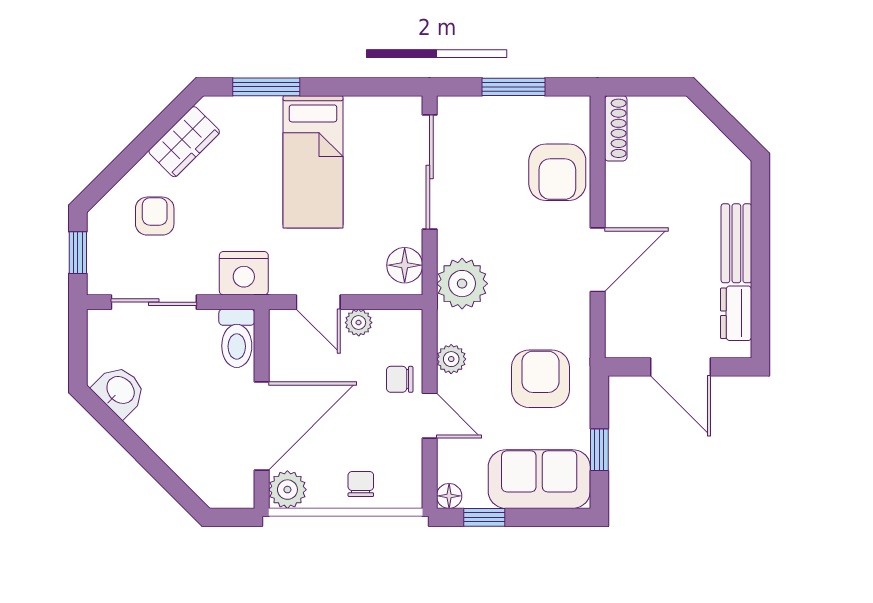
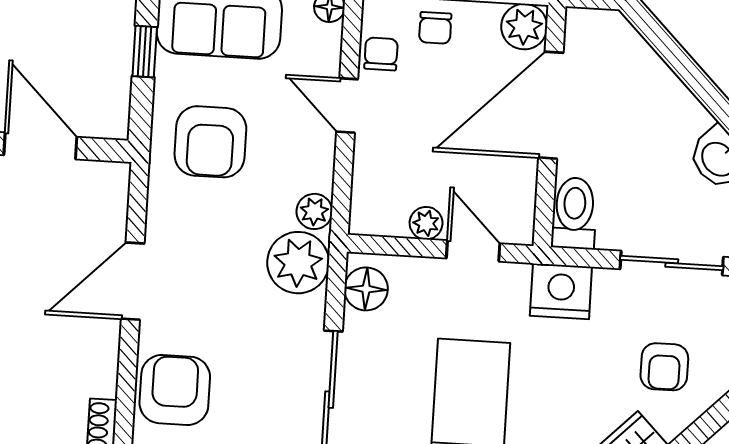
plant: (451, 359) -> (314, 211), moved
chair: (400, 379) -> (381, 54), moved, turned -90

